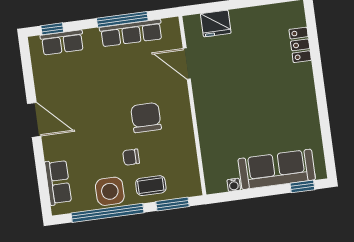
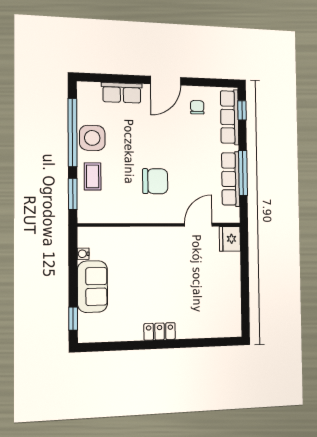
fridge: (216, 23) -> (230, 239), moved
row of seats: (62, 42) -> (230, 117), width x1.48
locker: (300, 45) -> (160, 331), moved
chair: (131, 157) -> (197, 107), moved
sofa: (277, 169) -> (92, 287), width x0.73
row of seats: (58, 182) -> (122, 93), moved

